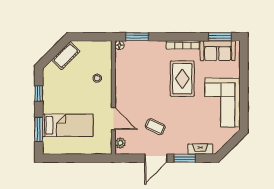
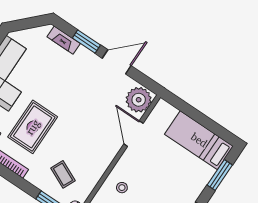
bed: (68, 125) -> (199, 140), moved
coffee table: (155, 127) -> (63, 174), moved
plant: (120, 143) -> (139, 100), width x1.88, depth x1.88

